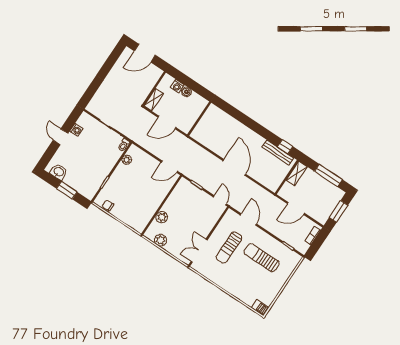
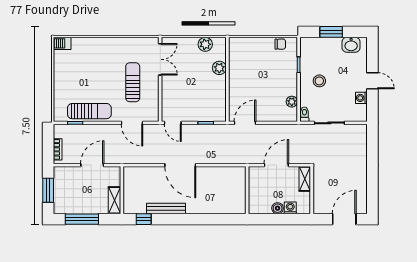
bench: (278, 153) -> (166, 208), moved
stool: (98, 161) -> (319, 81), added
sun lounger: (262, 258) -> (89, 111), moved

